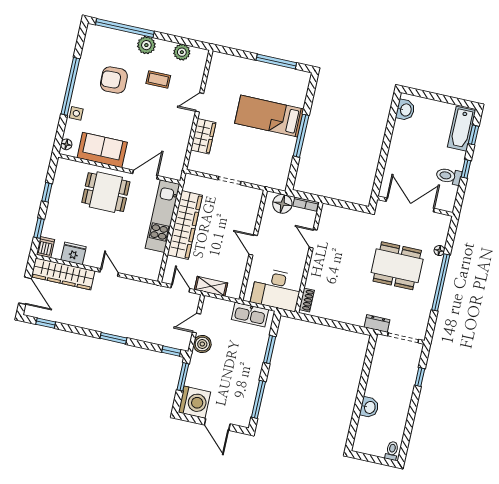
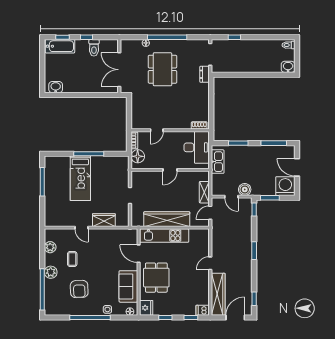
fridge: (74, 253) -> (146, 308), moved, turned 180
washbasin: (369, 407) -> (288, 67), moved
door: (217, 424) -> (297, 167), swing flipped

